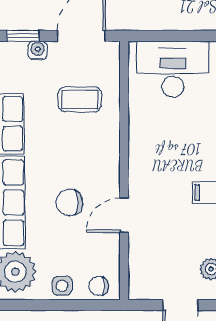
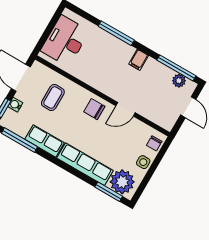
chair: (69, 202) -> (94, 109), moved, turned 90
door: (124, 215) -> (126, 109), hinge flipped

